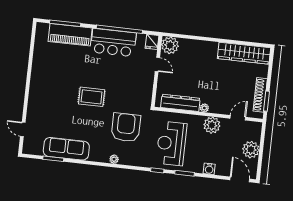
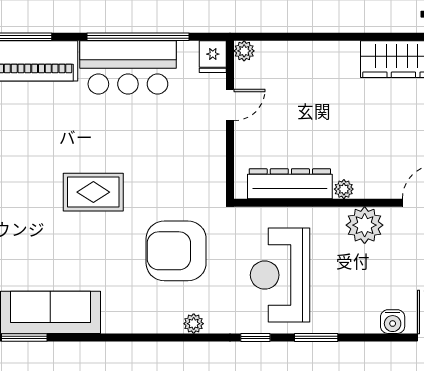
plant: (170, 45) -> (244, 51), width x0.53, depth x0.53
door: (157, 64) -> (230, 105), hinge flipped
armchair: (126, 127) -> (176, 251), turned -90
plant: (114, 159) -> (194, 324), moved
water cooler: (209, 169) -> (393, 322), moved

